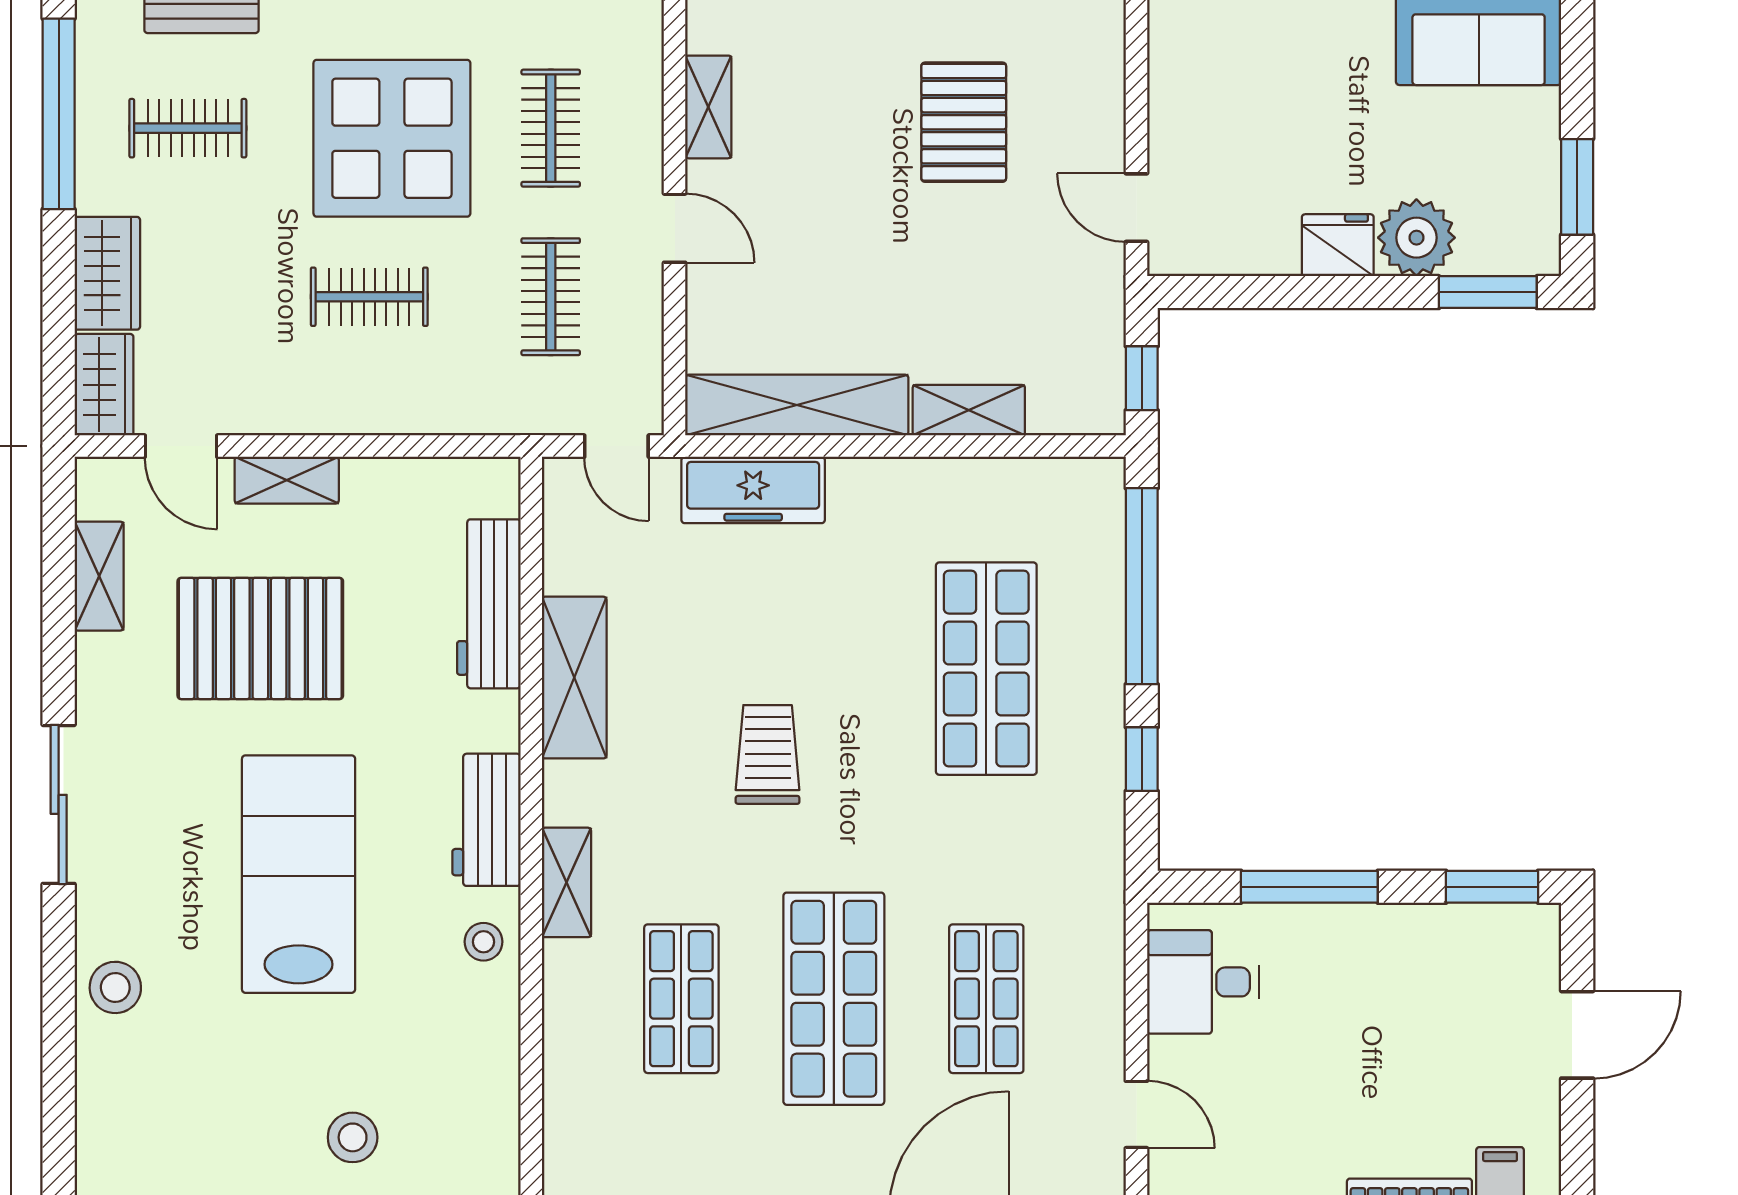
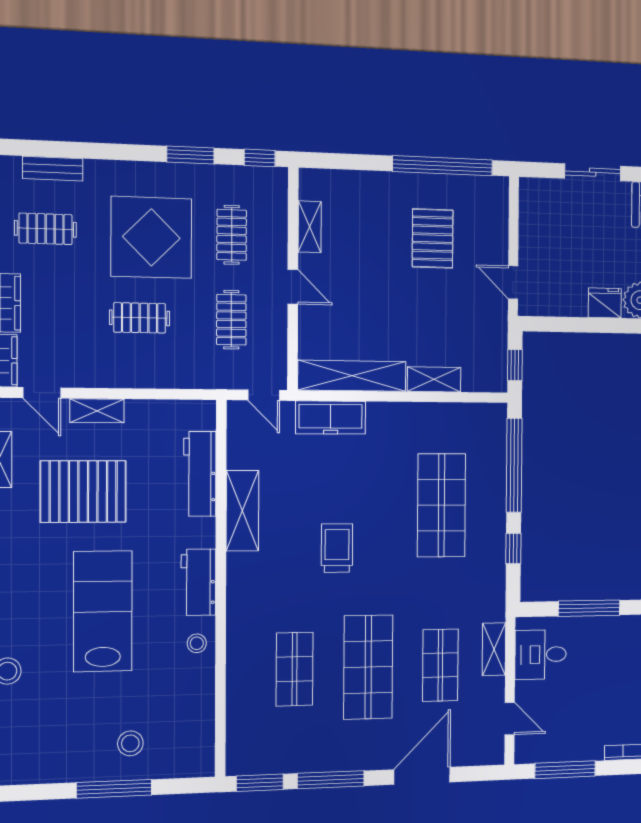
shelving: (566, 882) -> (494, 649), moved

